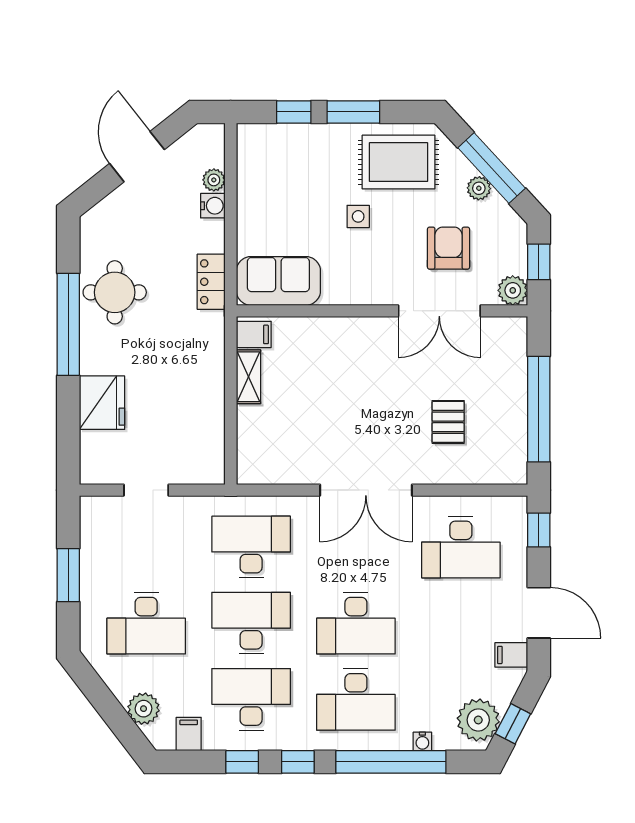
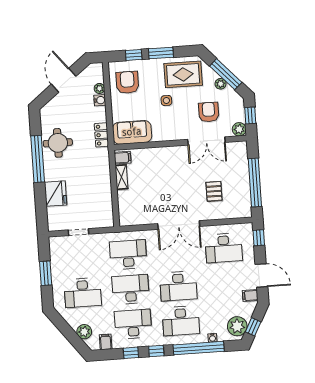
armchair: (276, 171) -> (127, 82), added

